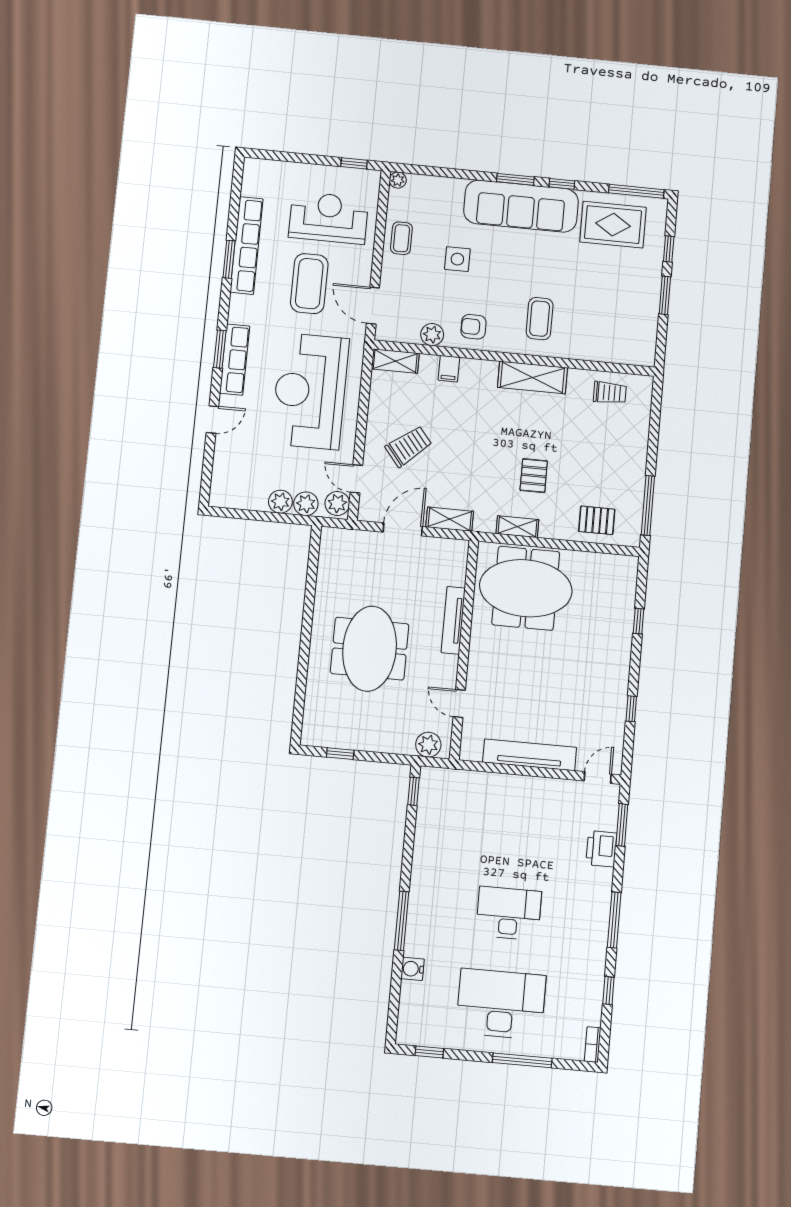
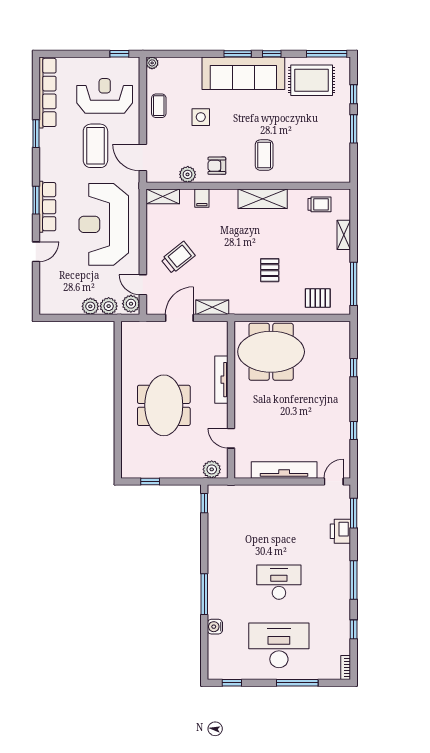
row of seats: (247, 246) -> (48, 92), moved
shelving: (517, 527) -> (344, 235), moved, turned 90

